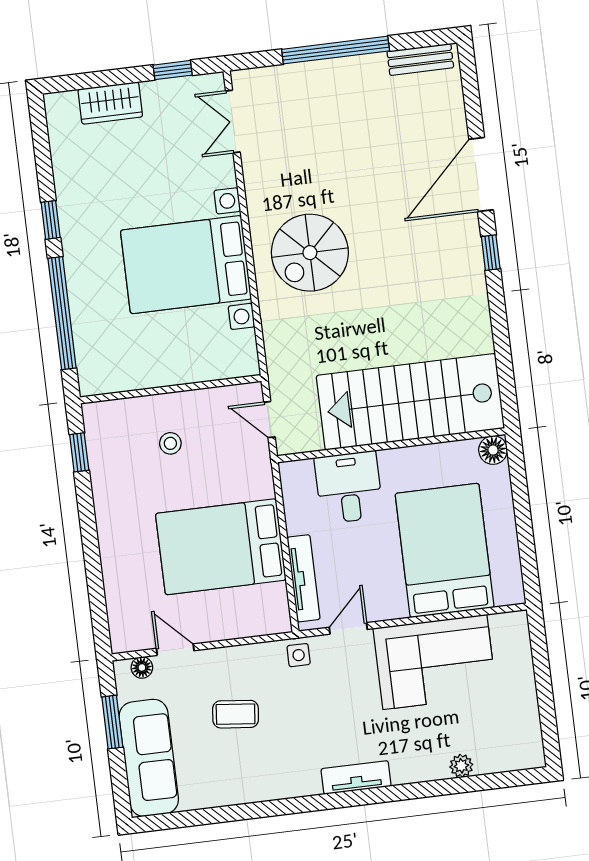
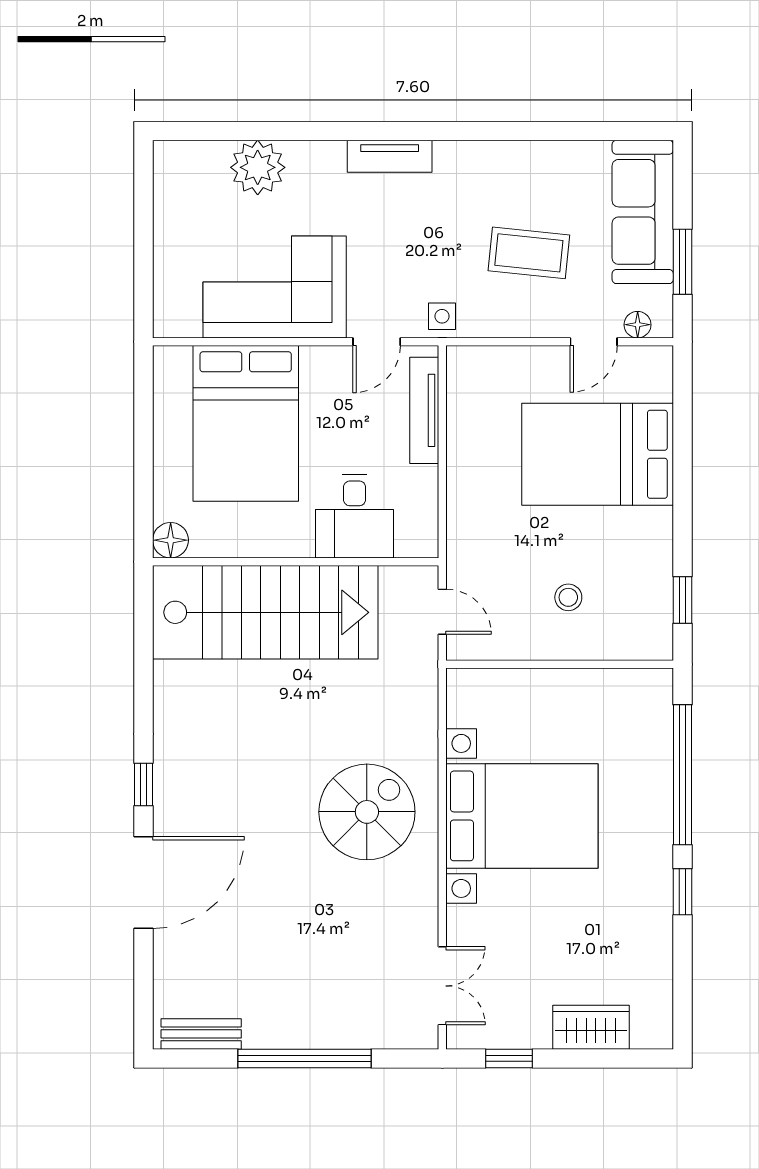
bed: (221, 547) -> (598, 454), moved, turned 180
door: (175, 650) -> (594, 342), hinge flipped
coffee table: (236, 714) -> (529, 253), width x1.36, depth x1.30
plant: (461, 766) -> (258, 167), width x1.88, depth x1.88

